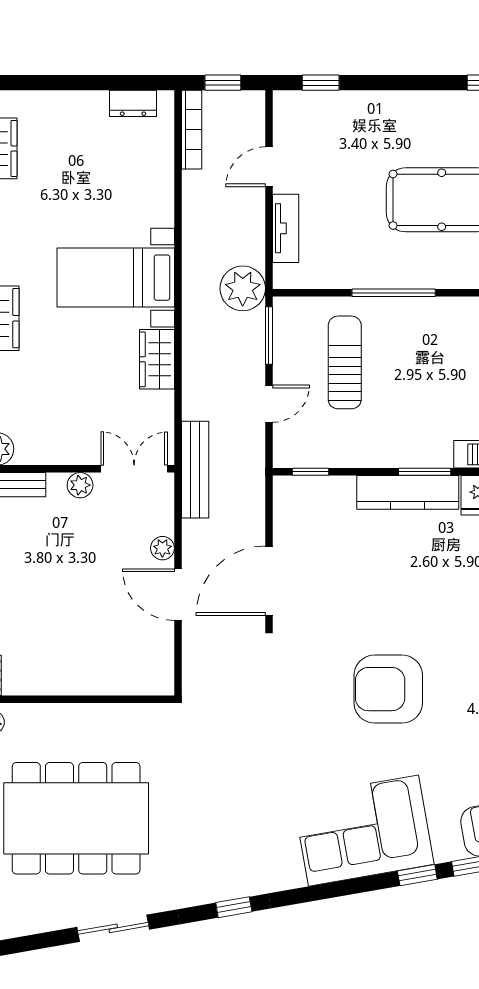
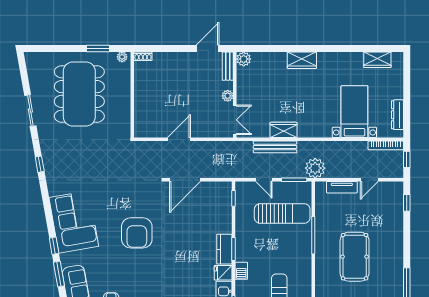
dresser: (133, 103) -> (397, 115), width x1.44
door: (269, 167) -> (369, 180), swing flipped
bed with nightstands: (116, 278) -> (354, 112), moved
sun lounger: (345, 362) -> (282, 214), width x1.36, depth x1.34
bench: (195, 470) -> (275, 147), moved
kitchen counter: (408, 492) -> (224, 249), width x0.67
plant: (162, 548) -> (200, 132), removed
door: (269, 581) -> (185, 180), swing flipped
armchair: (388, 689) -> (137, 233), turned 180

